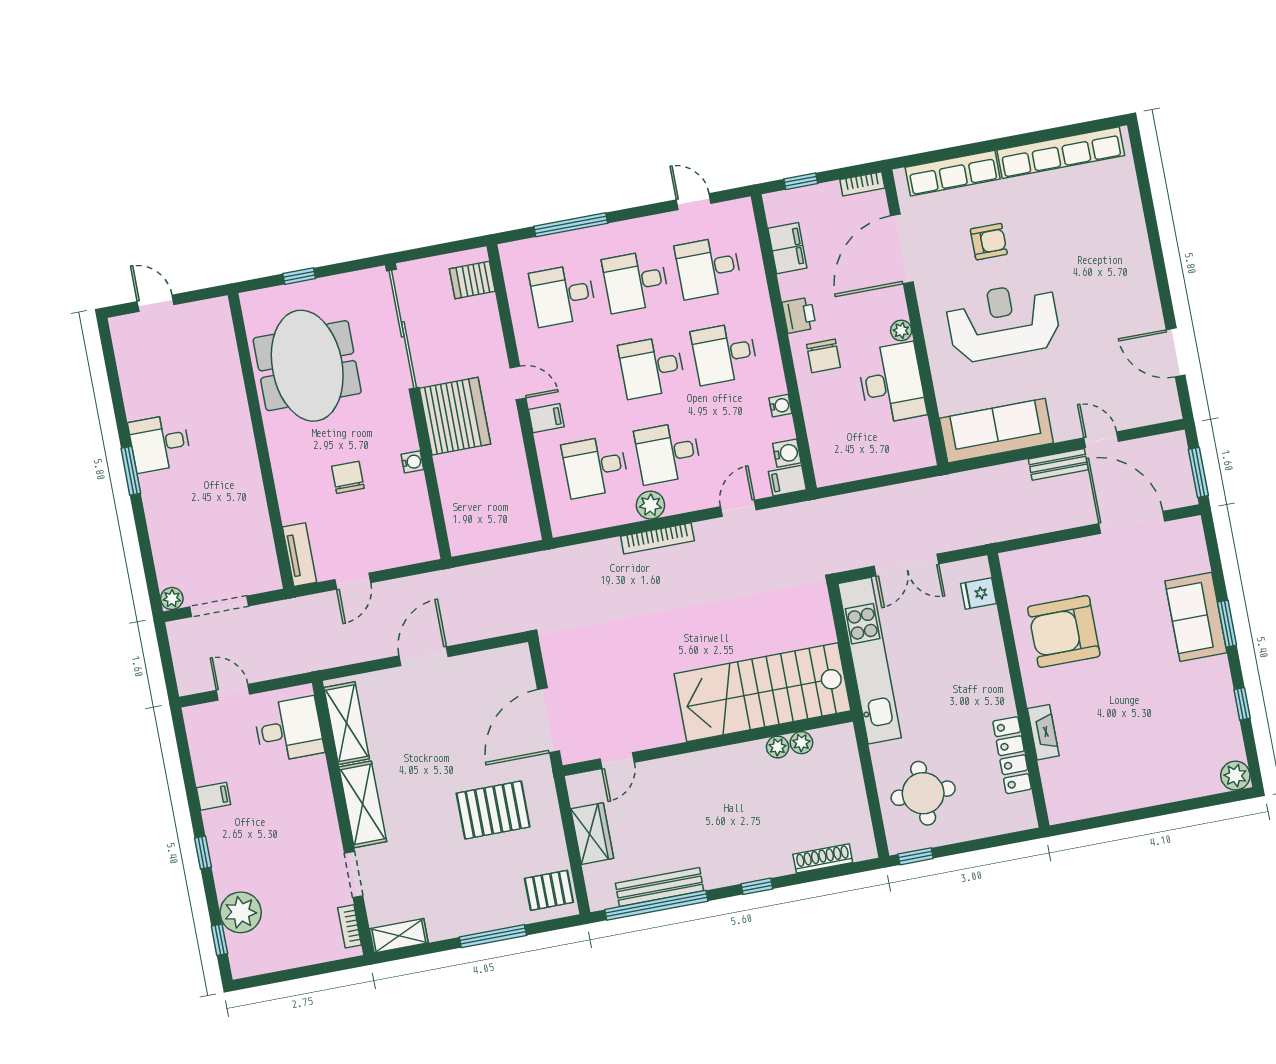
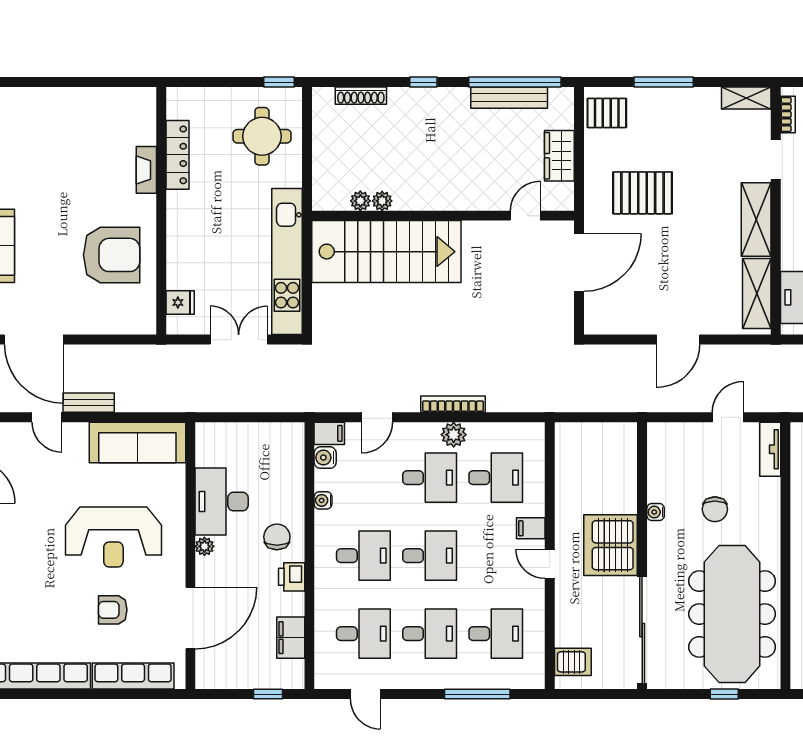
bookcase: (862, 184) -> (214, 682), removed
meeting table: (307, 366) -> (732, 614), width x1.36

